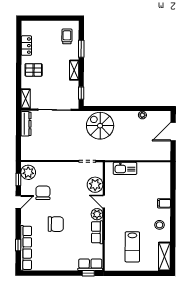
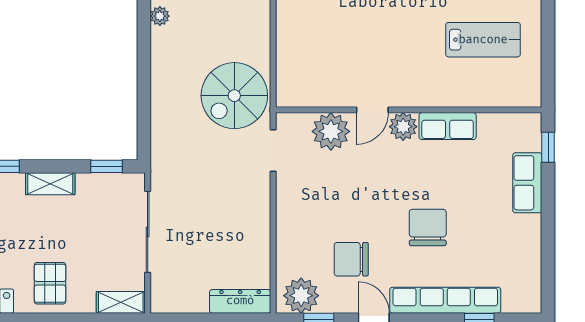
dresser: (26, 124) -> (240, 301), moved
spiral stairs: (100, 126) -> (234, 96), moved
kitchen sink: (125, 168) -> (291, 58), removed
row of seats: (26, 248) -> (445, 300), moved
row of seats: (90, 265) -> (527, 183), moved

